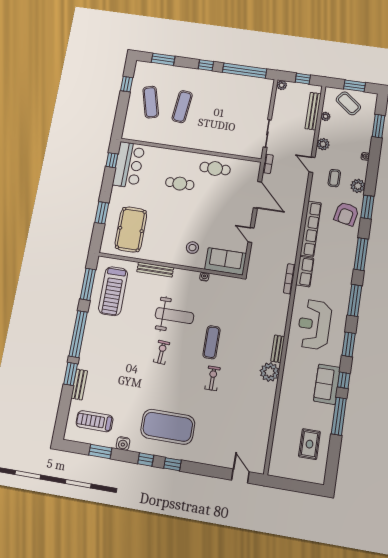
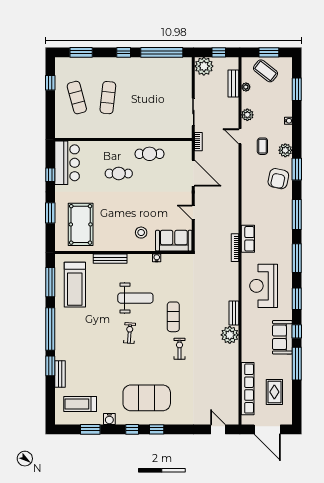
plant: (282, 85) -> (204, 66), width x1.88, depth x1.88
bench: (313, 111) -> (233, 84), width x0.73
window: (112, 160) -> (50, 175), moved
row of seats: (311, 229) -> (248, 389), moved
door: (295, 486) -> (267, 429), added

